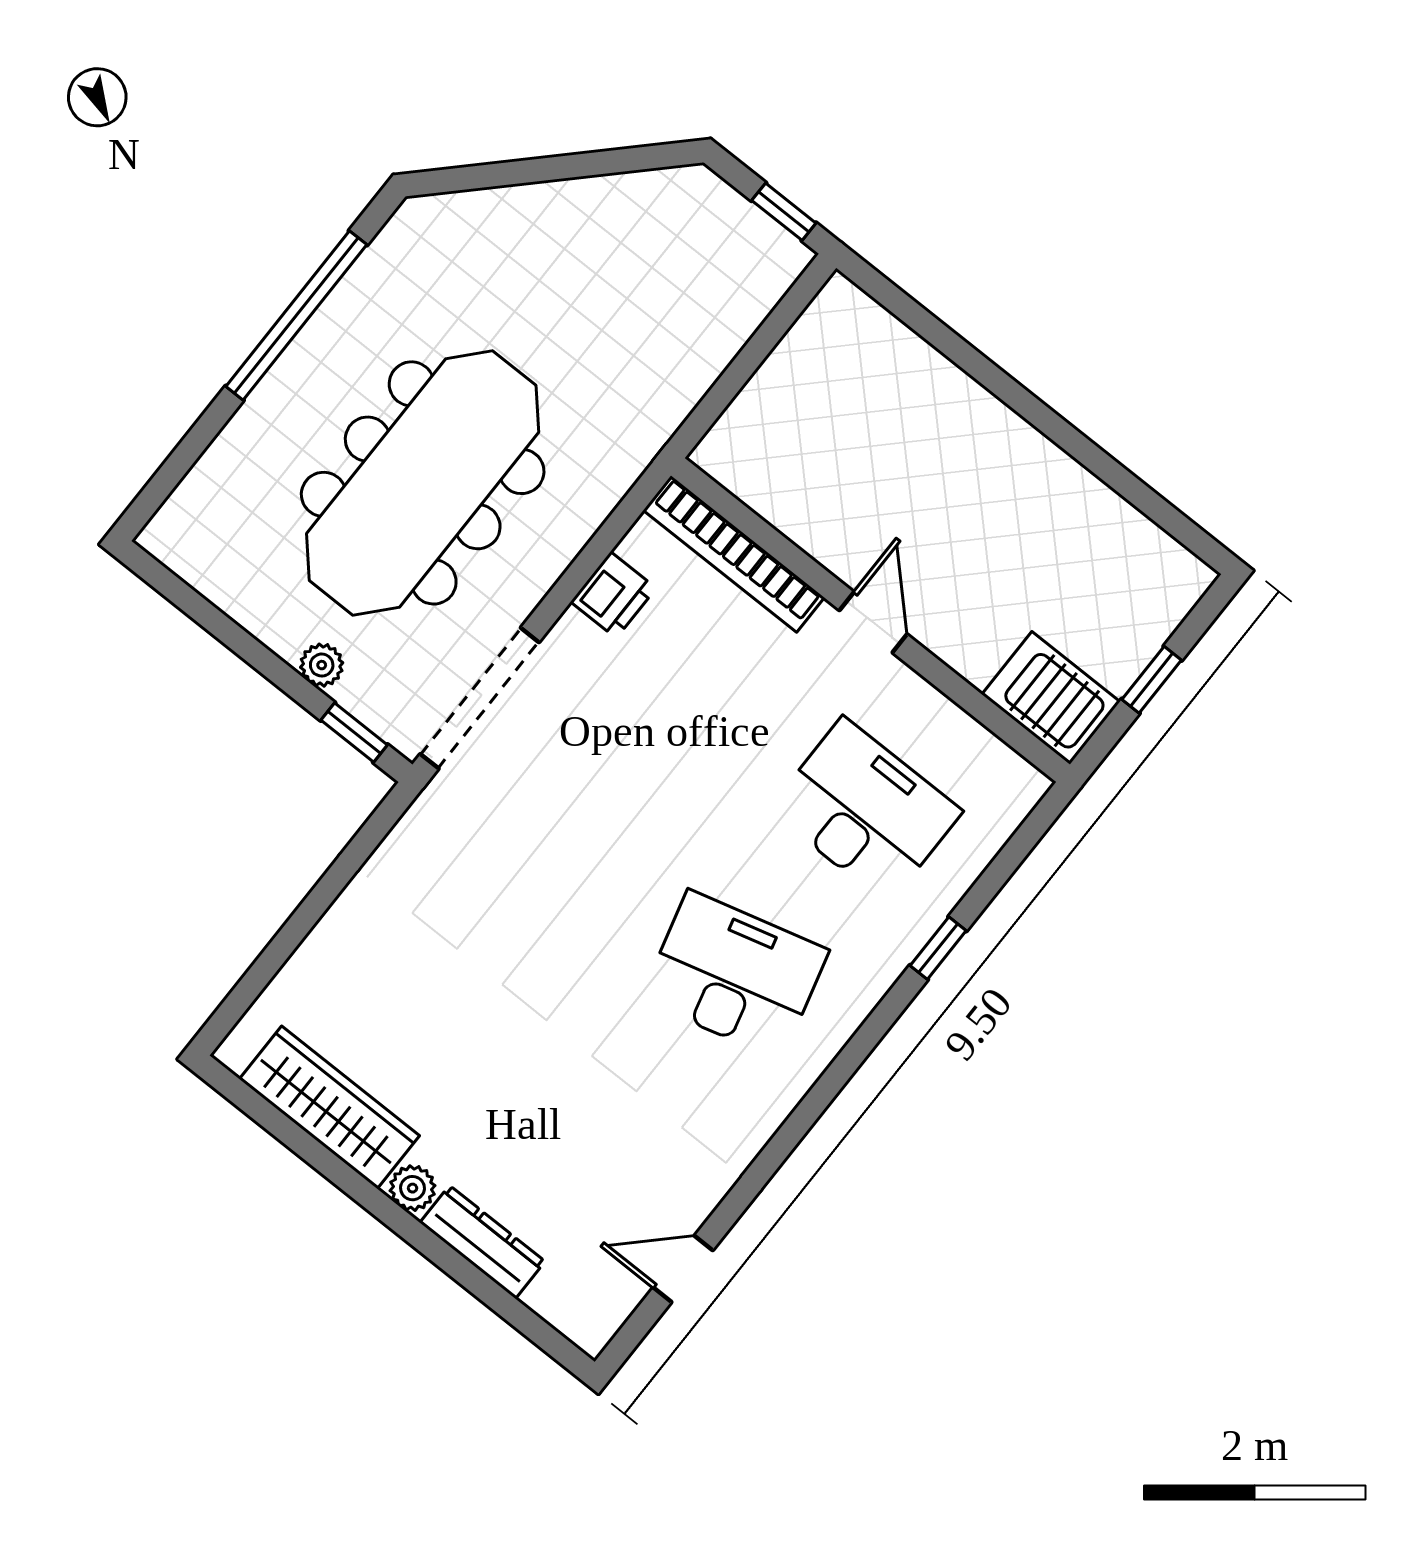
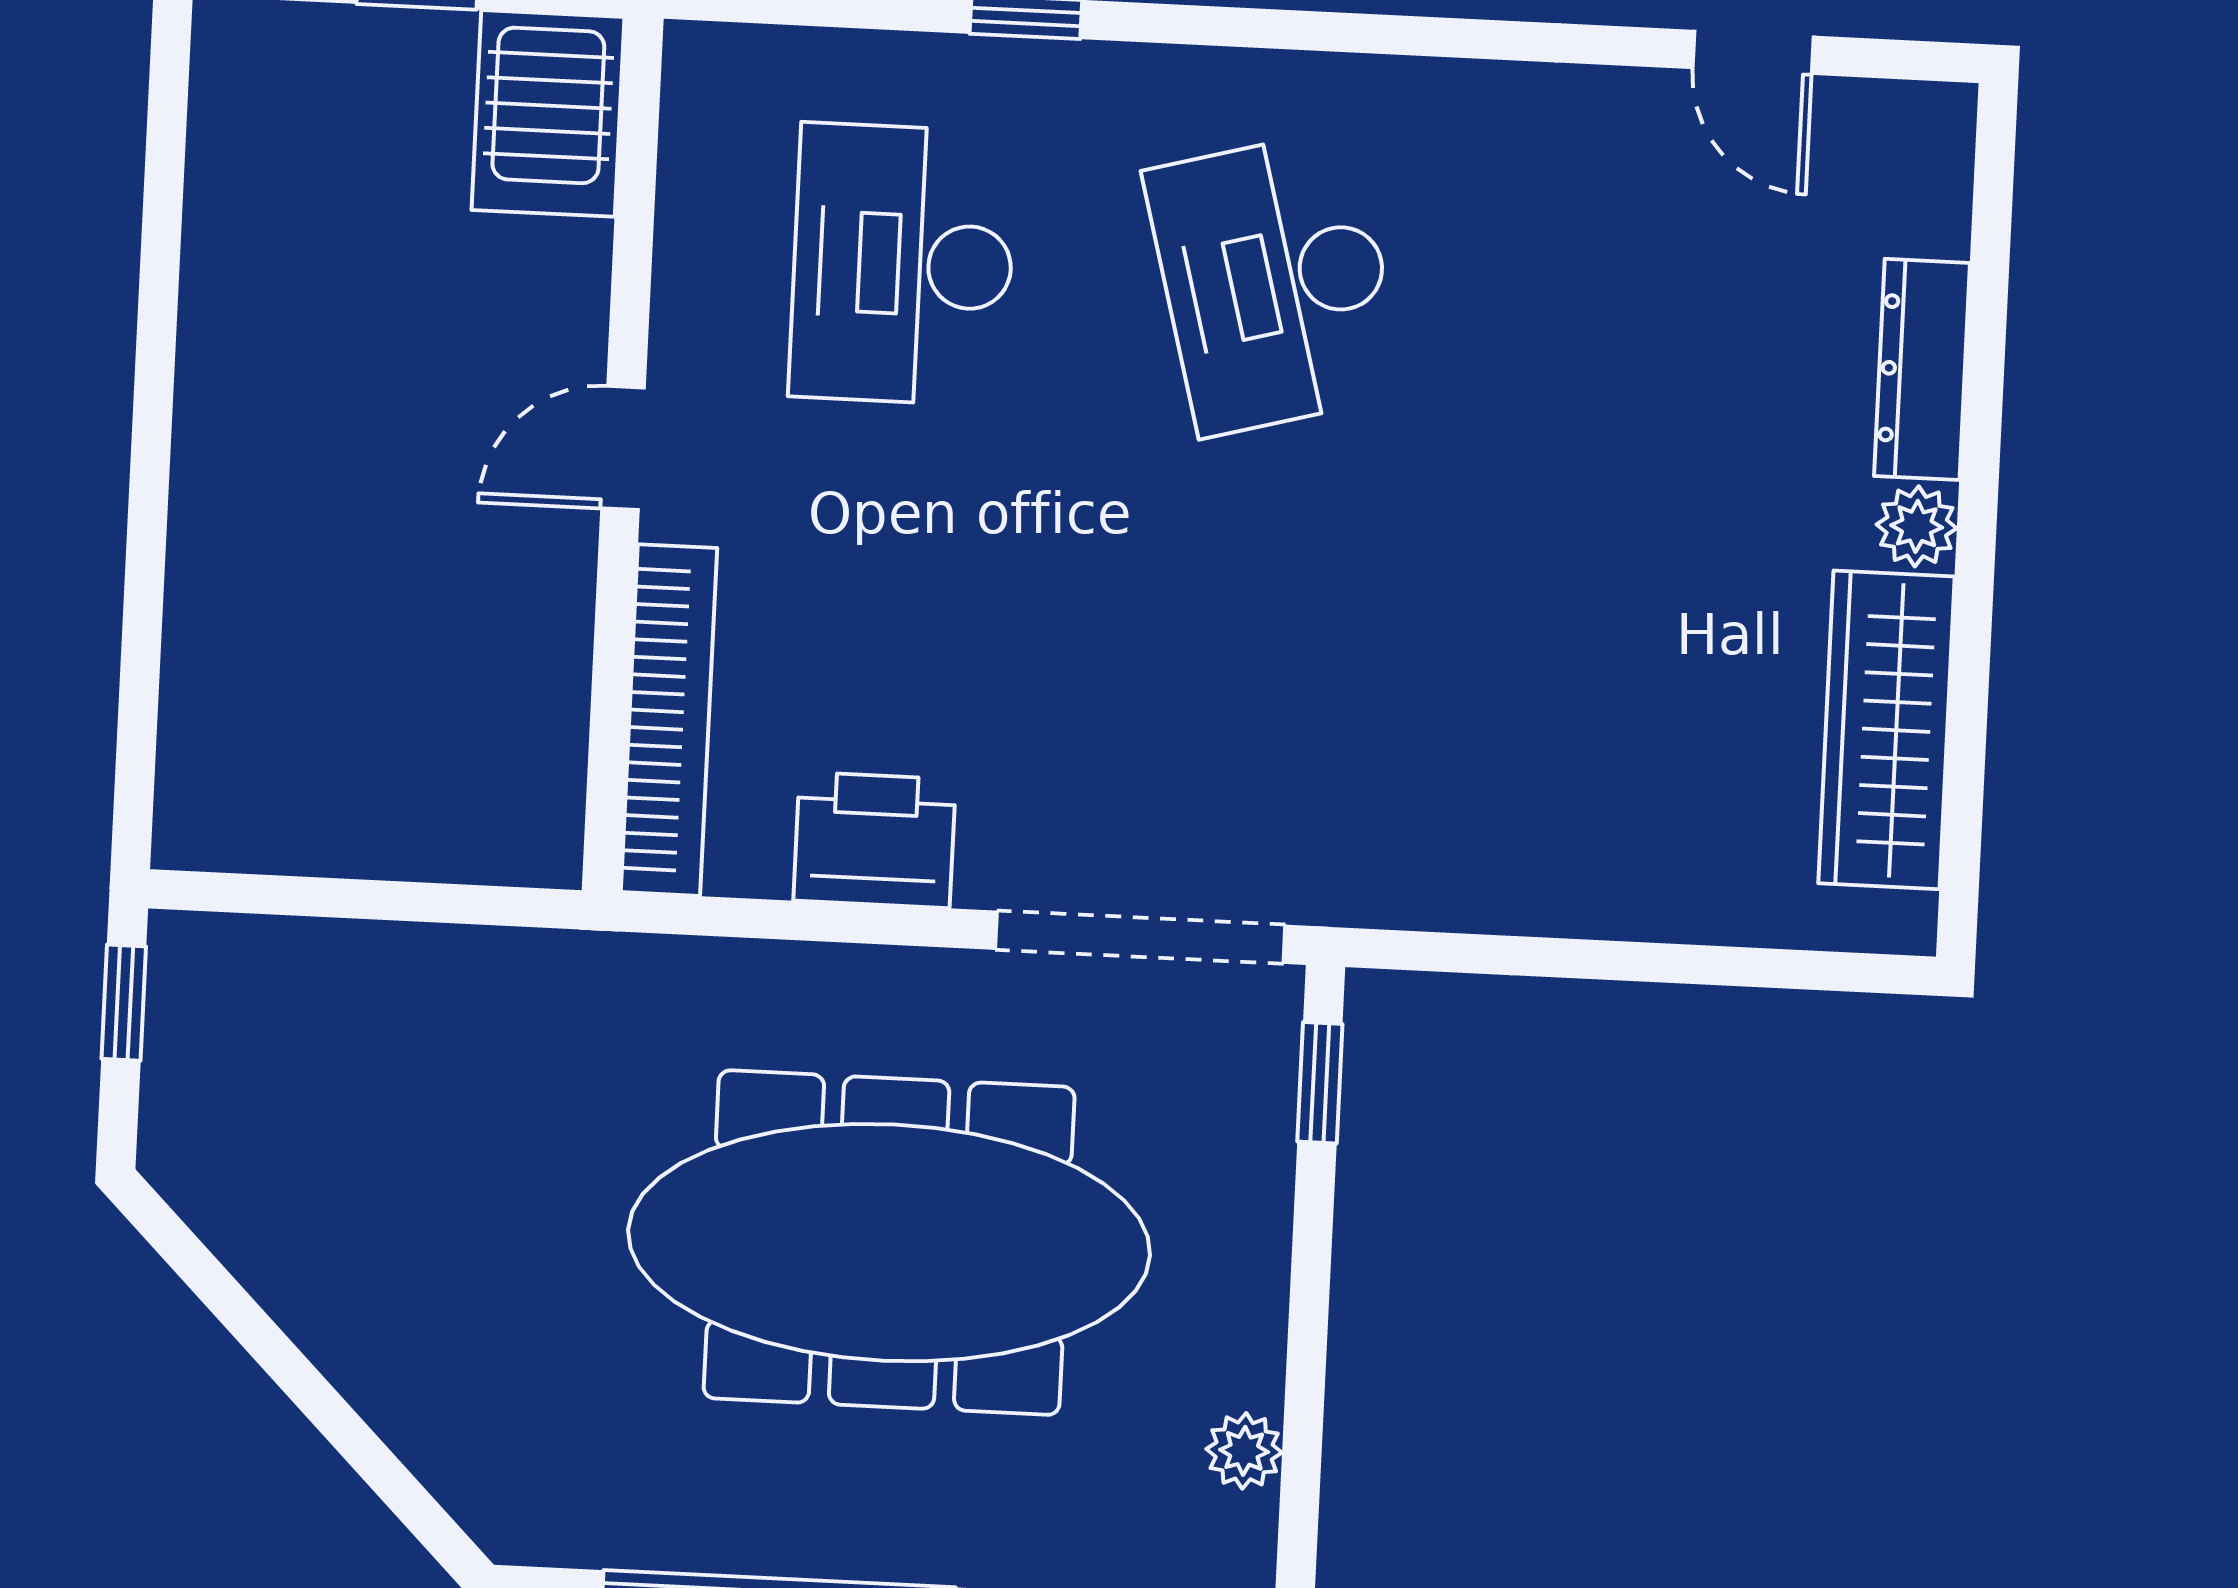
printer: (613, 595) -> (875, 840), width x1.36, depth x1.24
plant: (322, 665) -> (1244, 1451), moved

